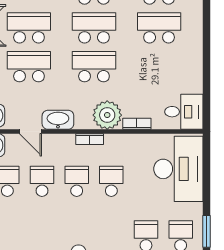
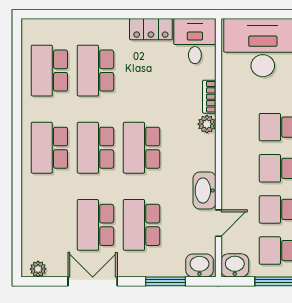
locker: (194, 75) -> (151, 29), added
plant: (107, 115) -> (207, 124), width x0.53, depth x0.53
bookcase: (90, 139) -> (228, 153), removed

